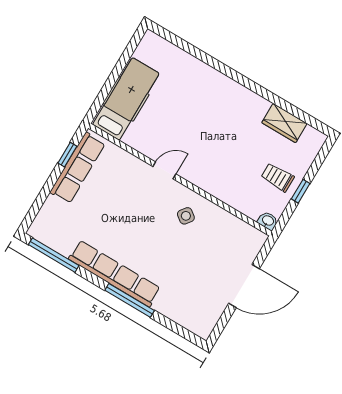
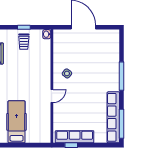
hospital bed: (126, 99) -> (17, 122), moved, turned 90
door: (164, 170) -> (52, 96), swing flipped
row of seats: (114, 274) -> (113, 117), moved

